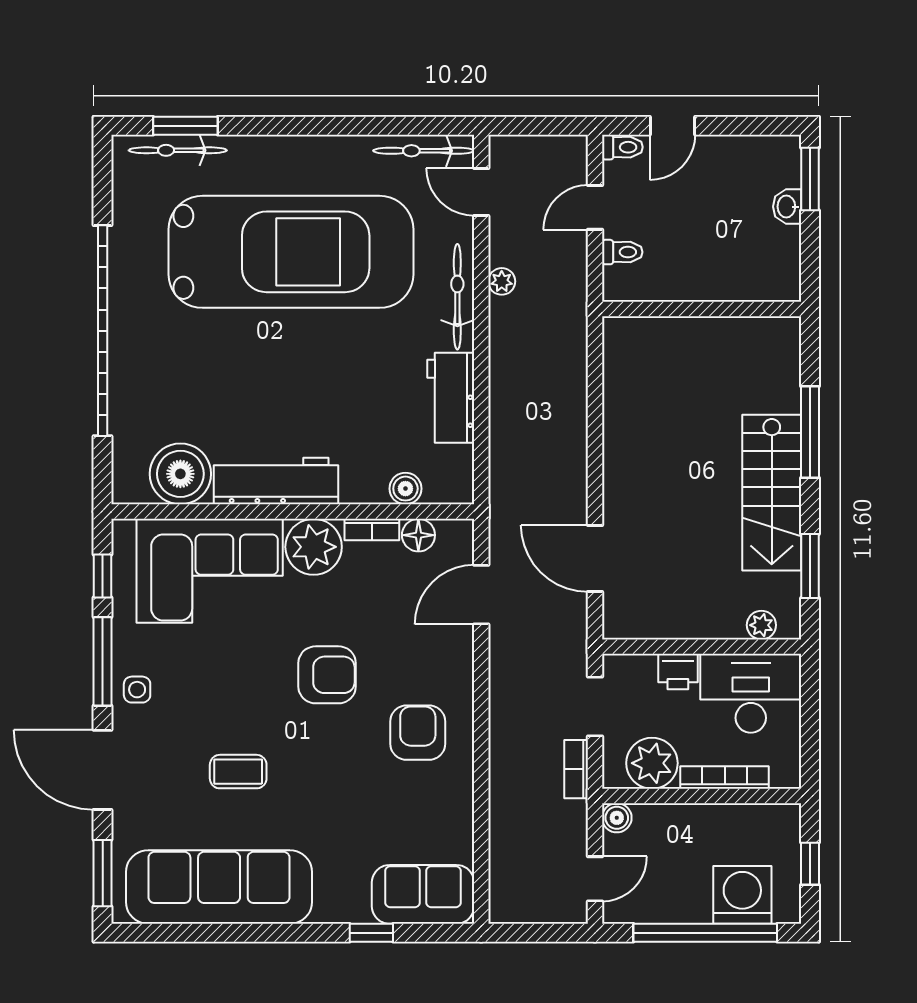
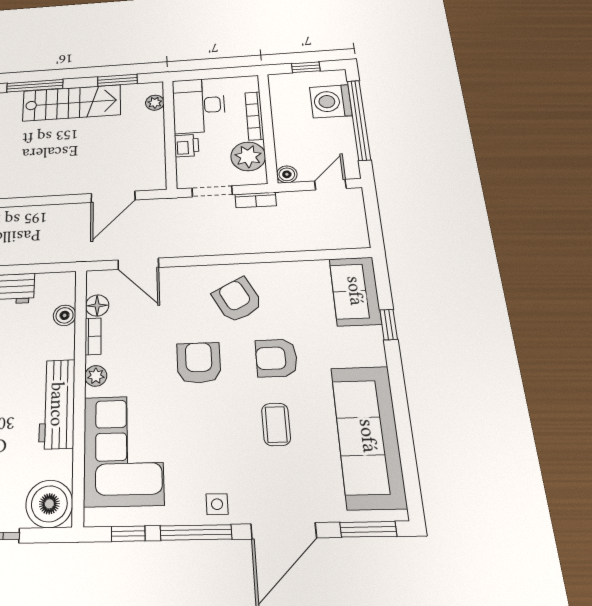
boiler: (180, 474) -> (49, 504), moved
plant: (314, 547) -> (96, 376), width x0.53, depth x0.53
armchair: (418, 733) -> (237, 300), turned 62
armchair: (330, 779) -> (276, 358), added
door: (595, 879) -> (330, 185), hinge flipped

